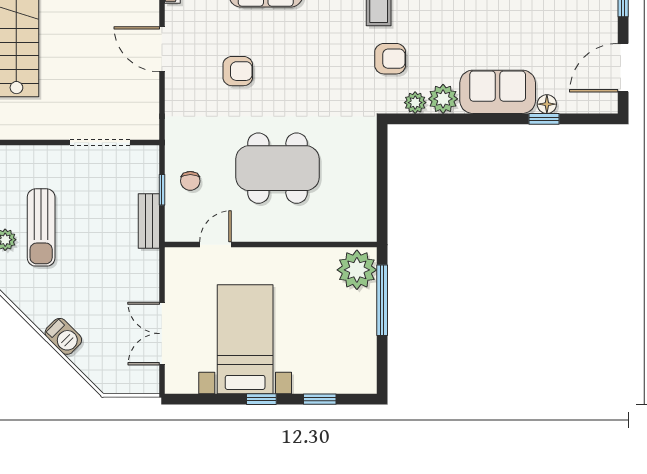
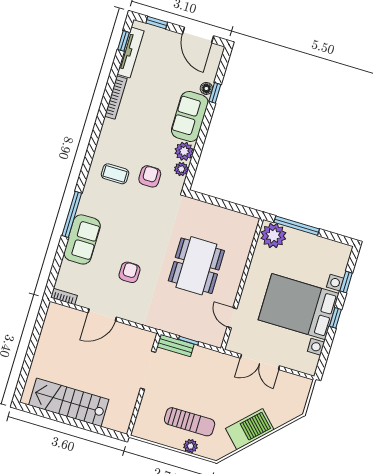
chair: (190, 181) -> (188, 322), removed
bench: (149, 221) -> (175, 345), moved
double door: (162, 334) -> (260, 362), moved
barbecue: (63, 336) -> (250, 429), width x1.88, depth x1.53
bed with nightstands: (245, 339) -> (299, 307), width x1.36

